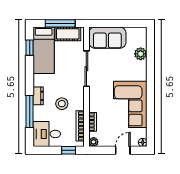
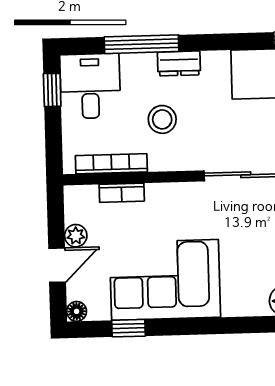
window: (150, 121) -> (128, 328), added
plant: (94, 142) -> (76, 236), moved
window: (69, 150) -> (52, 90), moved
door: (123, 150) -> (57, 265), hinge flipped

